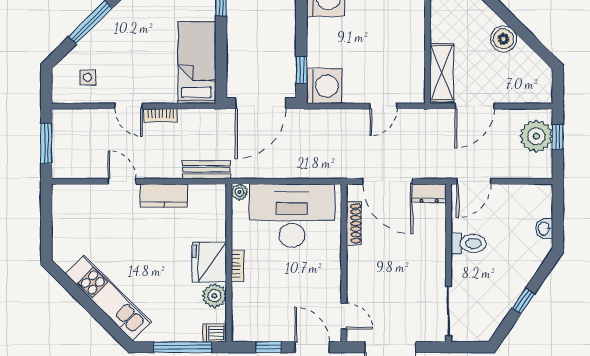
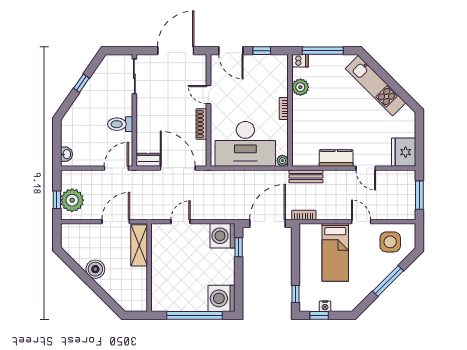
bed: (197, 63) -> (335, 252), moved
side table: (88, 77) -> (390, 242), width x1.87, depth x1.87
bookcase: (161, 115) -> (304, 215), moved
shoe rack: (354, 223) -> (201, 124), moved
washbasin: (544, 228) -> (66, 154), moved
fridge: (209, 262) -> (404, 152), moved, turned 180
door: (344, 316) -> (208, 95), moved

